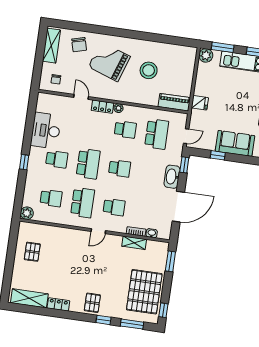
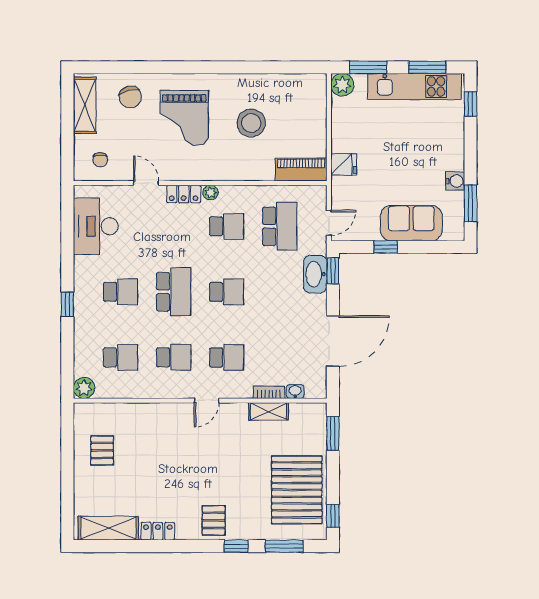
grand piano: (109, 62) -> (184, 118), turned -109
desk: (46, 131) -> (96, 226), moved
washbasin: (172, 177) -> (315, 274), moved
school desk: (83, 203) -> (174, 357), width x0.54

